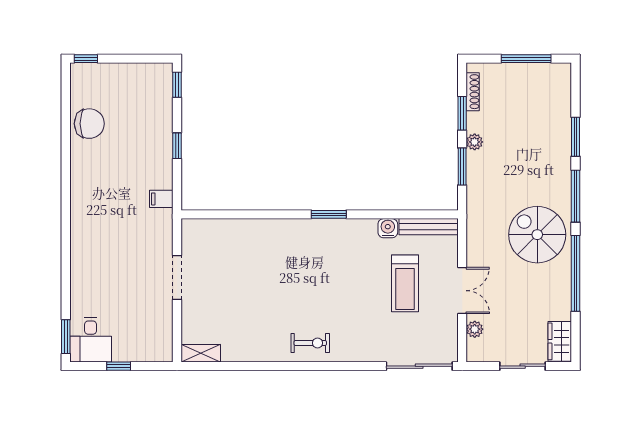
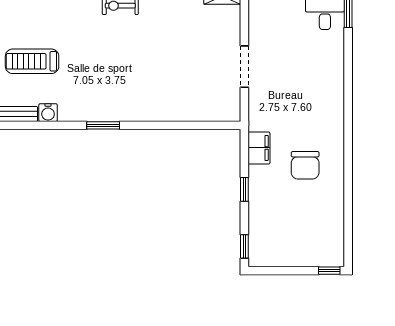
chair: (89, 124) -> (305, 165), moved, turned -90
filing cabinet: (161, 199) -> (259, 148), width x2.00
treadmill: (405, 283) -> (32, 61), turned -90

